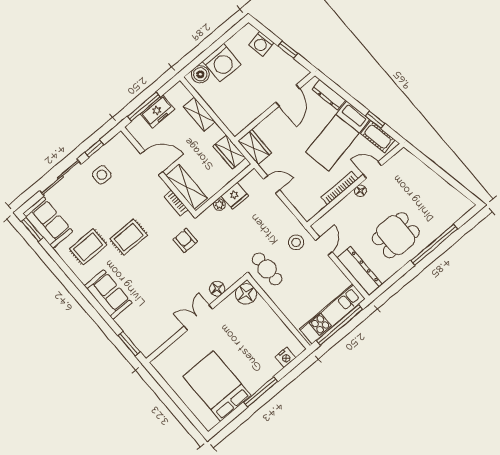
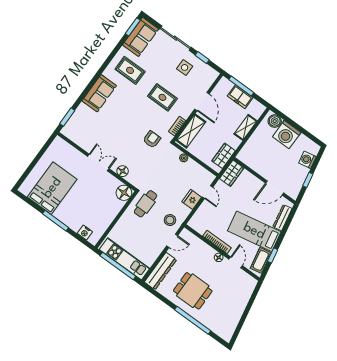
fridge: (235, 196) -> (192, 199), moved, turned 90
rug: (129, 237) -> (162, 97), moved

